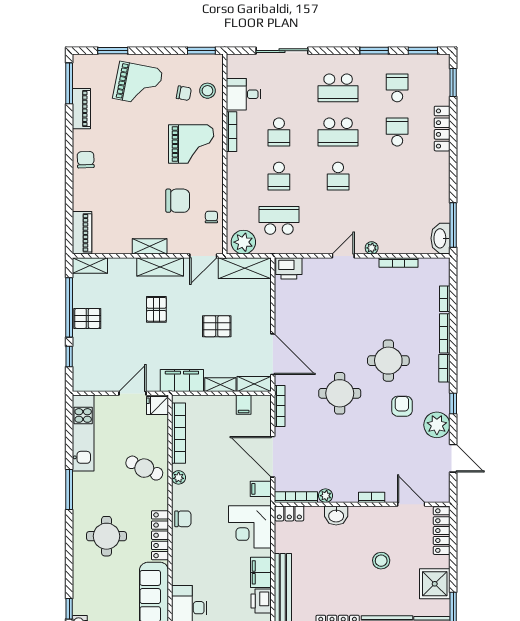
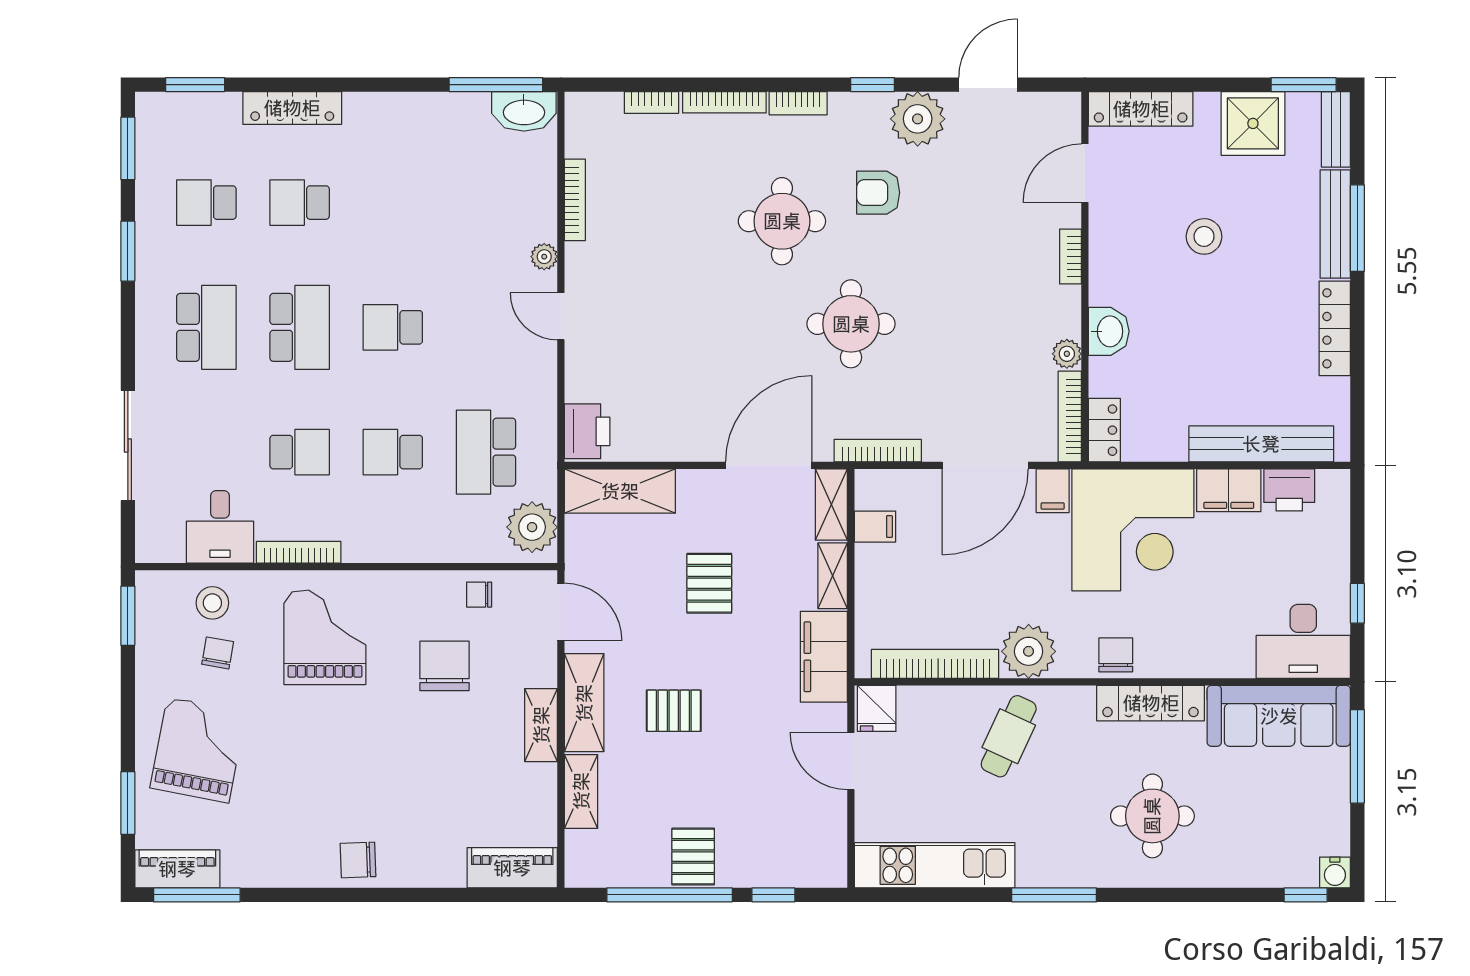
piano: (81, 109) -> (177, 869), moved
school desk: (279, 176) -> (393, 452), turned 180
school desk: (338, 176) -> (393, 327), turned 180
shelving: (90, 265) -> (581, 791), moved
shelving: (245, 268) -> (620, 491), moved, turned 90
plant: (179, 477) -> (1029, 651), width x1.87, depth x1.87
corner desk: (250, 527) -> (1133, 530), width x1.36, depth x1.36

